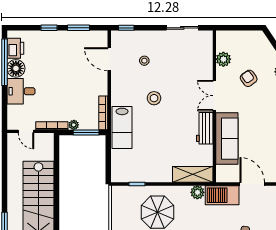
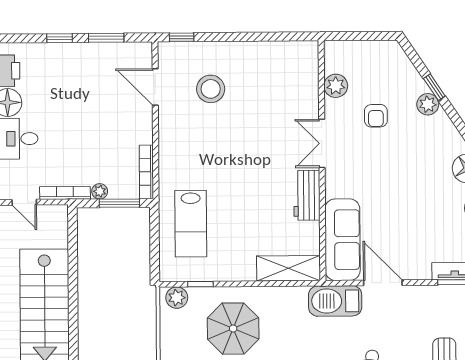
sliding door: (182, 28) -> (270, 37), removed
stool: (144, 61) -> (211, 89), width x1.89, depth x1.89
armchair: (249, 78) -> (376, 116), turned -144
stool: (154, 98) -> (226, 148), removed
lab bench: (122, 128) -> (191, 224), moved
sofa: (227, 139) -> (342, 240), moved
plant: (197, 192) -> (177, 298), moved

